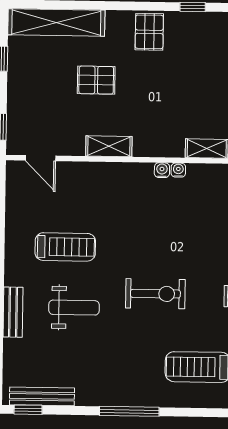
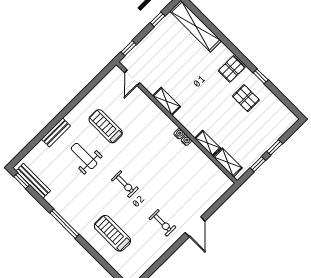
pallet: (96, 80) -> (246, 98), moved
treadmill: (65, 247) -> (106, 126), turned 180
exercise bike: (155, 294) -> (125, 184), width x0.73, depth x0.72
weight bench: (74, 308) -> (84, 156), turned 180

